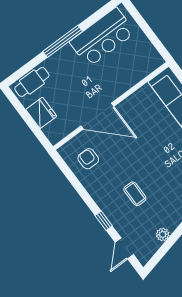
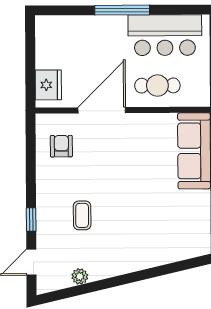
cafe table: (32, 82) -> (157, 86), moved
fridge: (41, 113) -> (48, 85), moved
door: (97, 116) -> (102, 110), swing flipped

